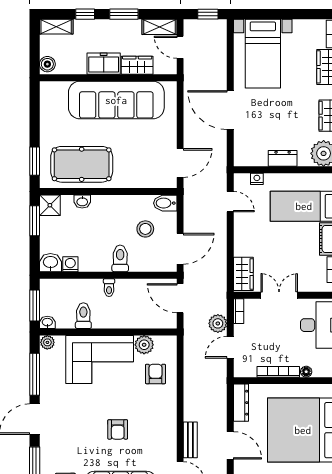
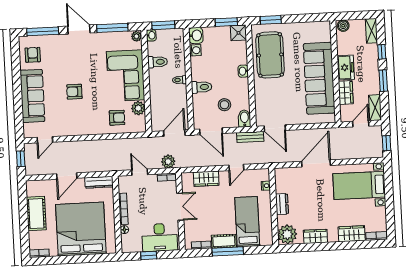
washbasin: (82, 201) -> (243, 71), moved
door: (230, 202) -> (236, 167), moved
wardrobe: (243, 274) -> (206, 179), moved
plant: (218, 323) -> (168, 162), moved
bench: (190, 440) -> (250, 137), moved

